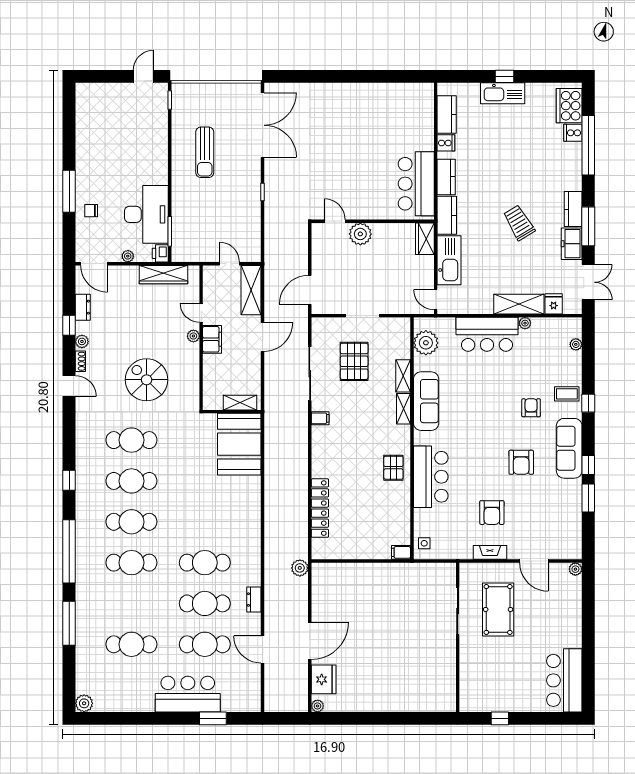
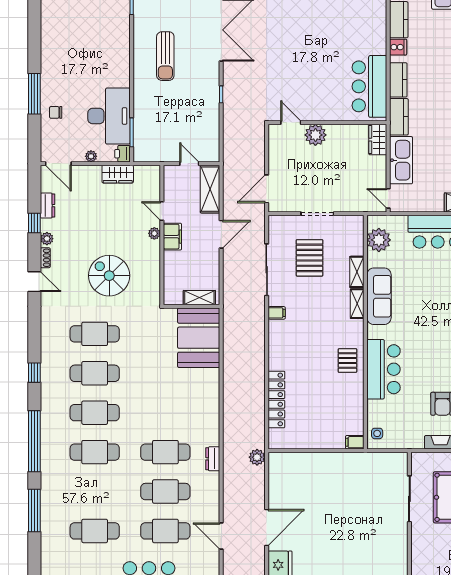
wardrobe: (163, 275) -> (118, 174), width x0.67
dresser: (254, 600) -> (213, 459), moved

